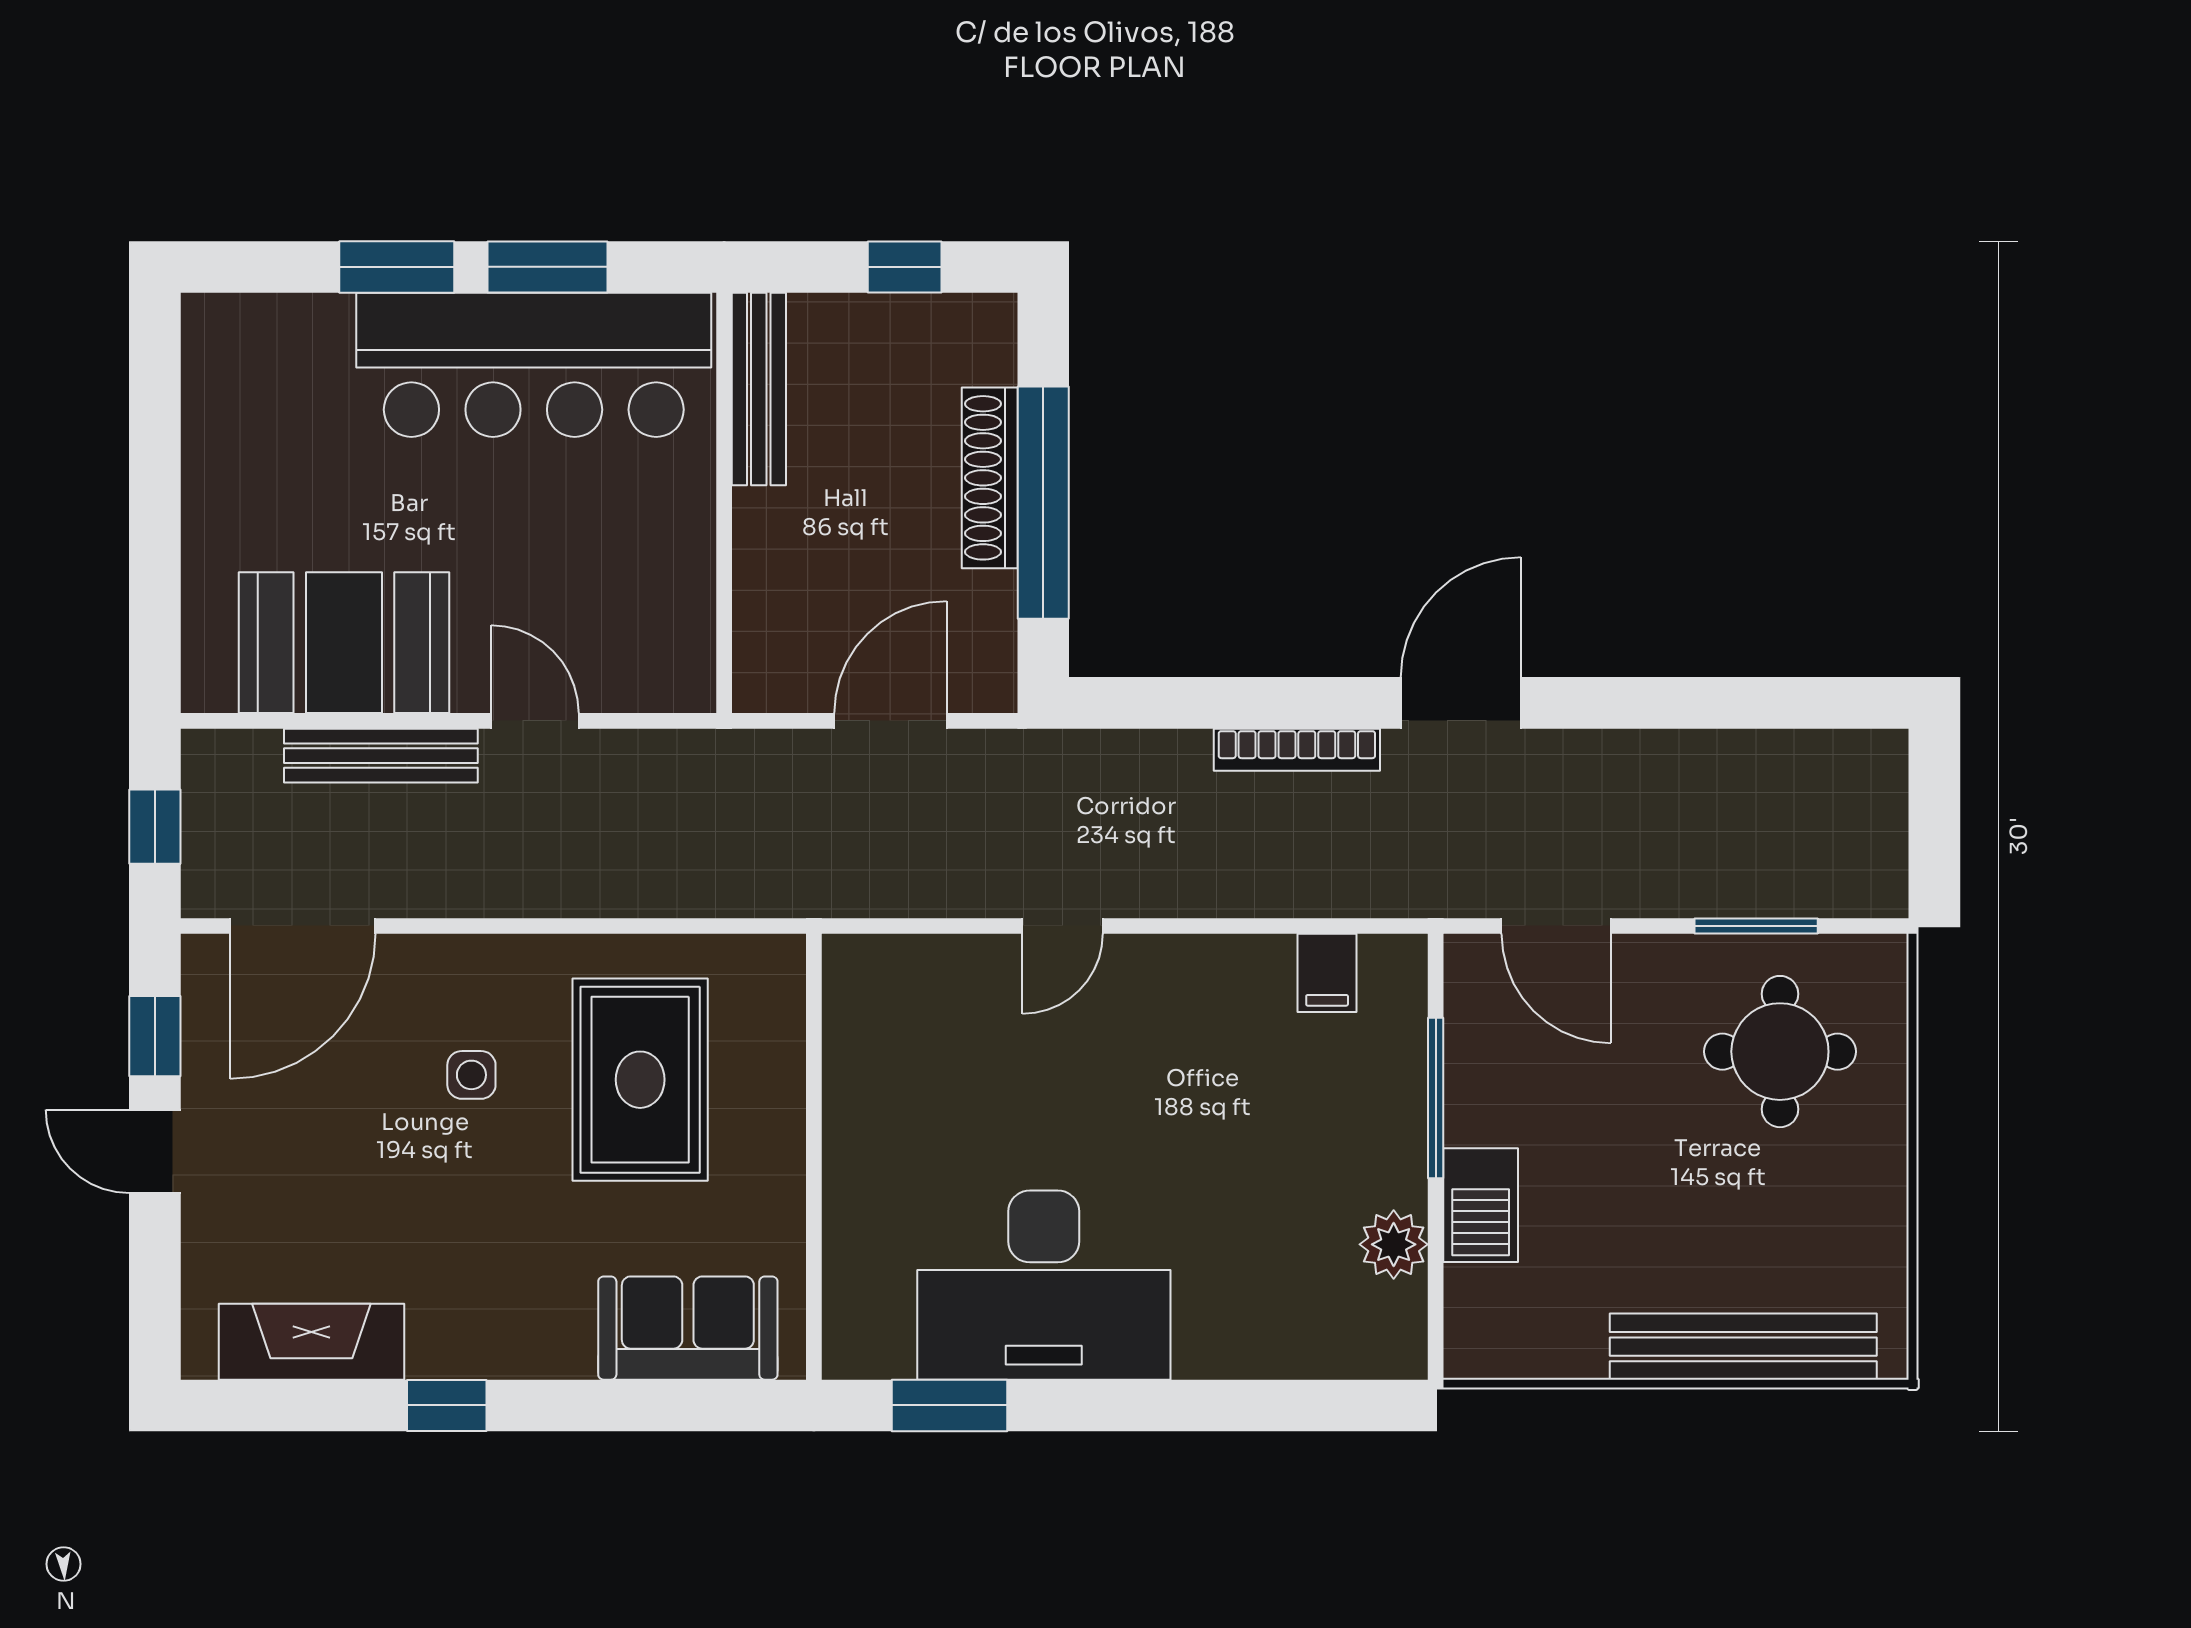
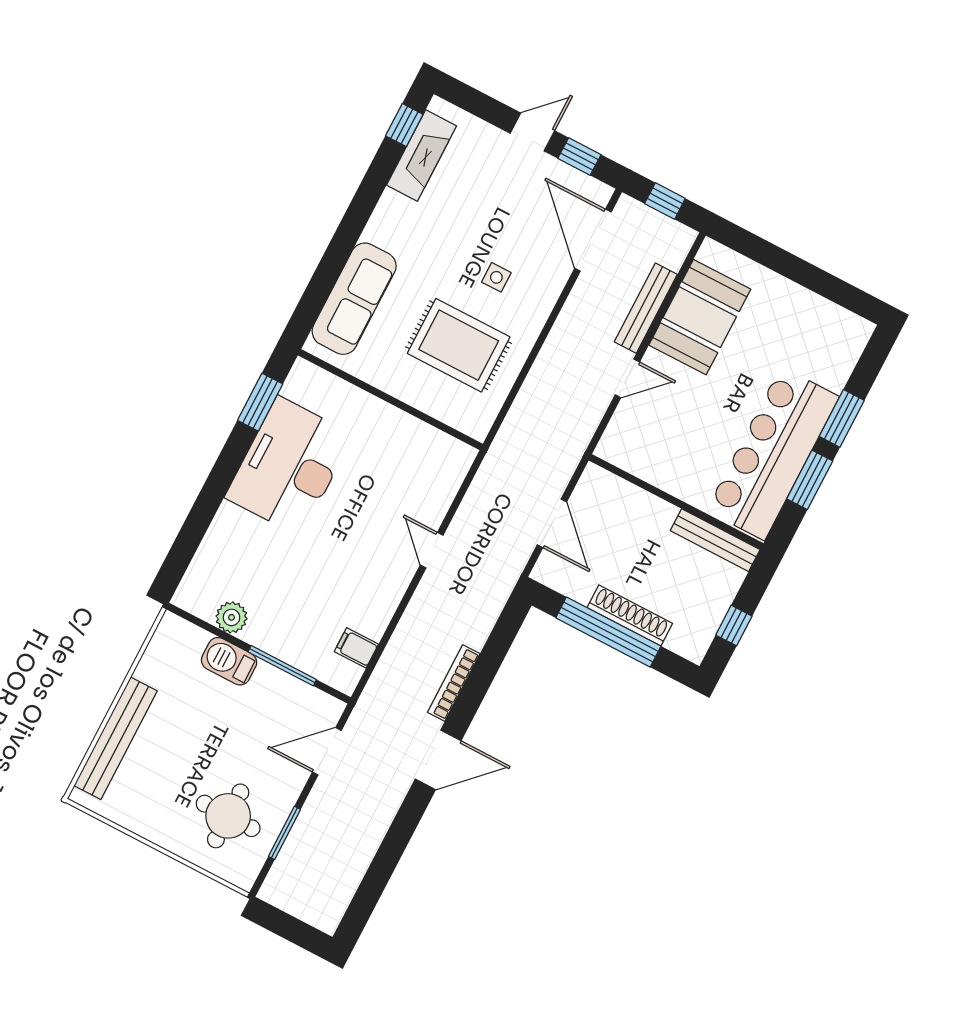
door: (1461, 703) -> (438, 760), hinge flipped
sofa: (688, 1328) -> (354, 299), width x1.36
window: (447, 1405) -> (404, 125), moved

